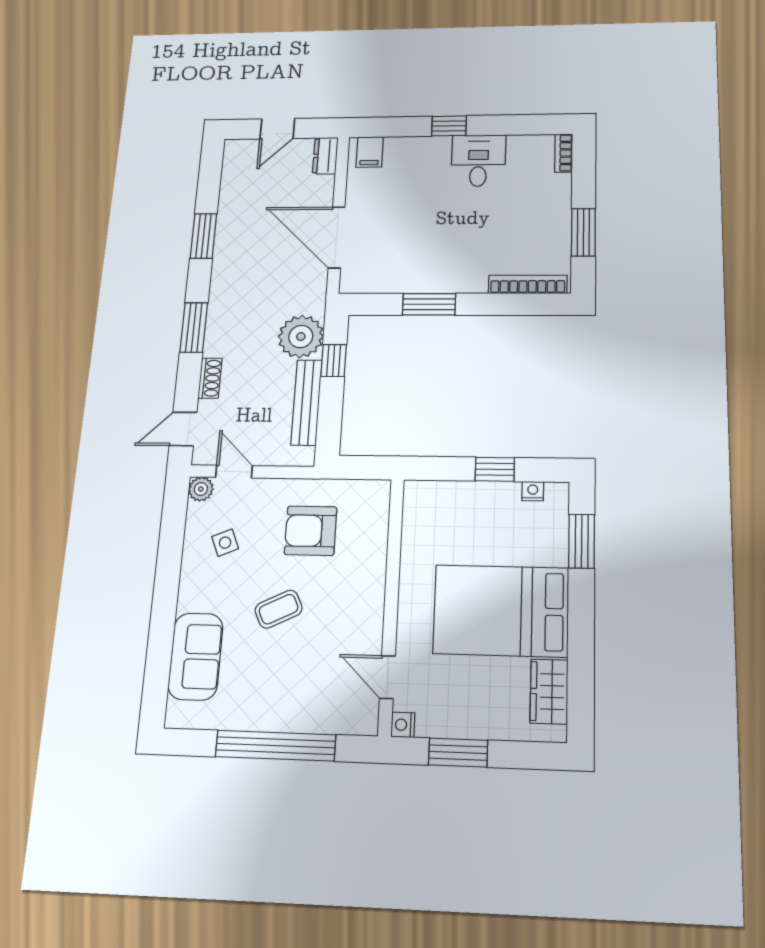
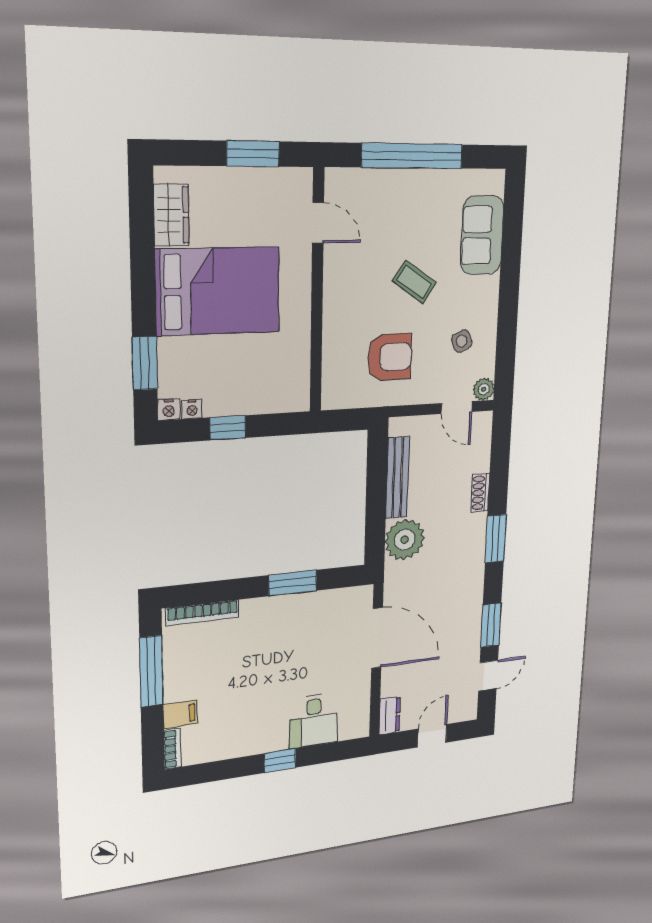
filing cabinet: (370, 152) -> (180, 714), moved, turned 90
desk: (478, 161) -> (314, 721), moved
window: (583, 232) -> (151, 671), width x1.44
window: (334, 360) -> (375, 520), removed
door: (183, 429) -> (488, 676), moved
coffee table: (279, 609) -> (414, 282), turned 60
nightstand: (403, 725) -> (169, 410), moved, turned 90

